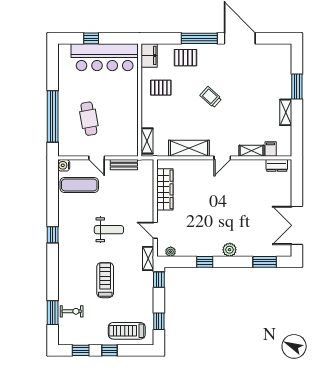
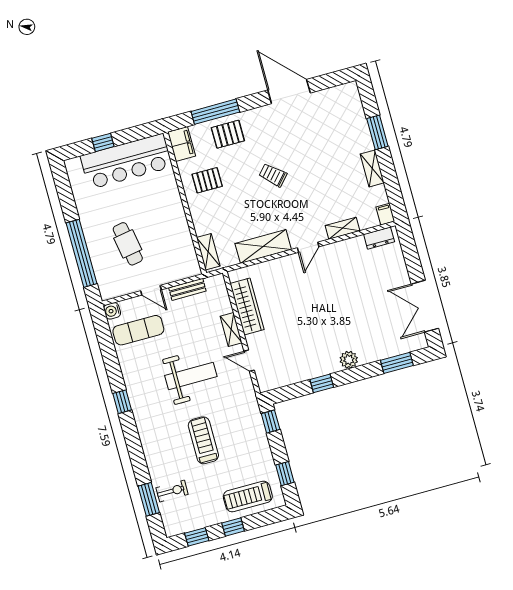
window: (199, 38) -> (215, 112), moved
filing cabinet: (271, 149) -> (385, 214), moved
weight bench: (109, 230) -> (191, 376), width x1.36, depth x1.33
plant: (171, 252) -> (276, 382), removed
shelving: (148, 259) -> (231, 330), moved

